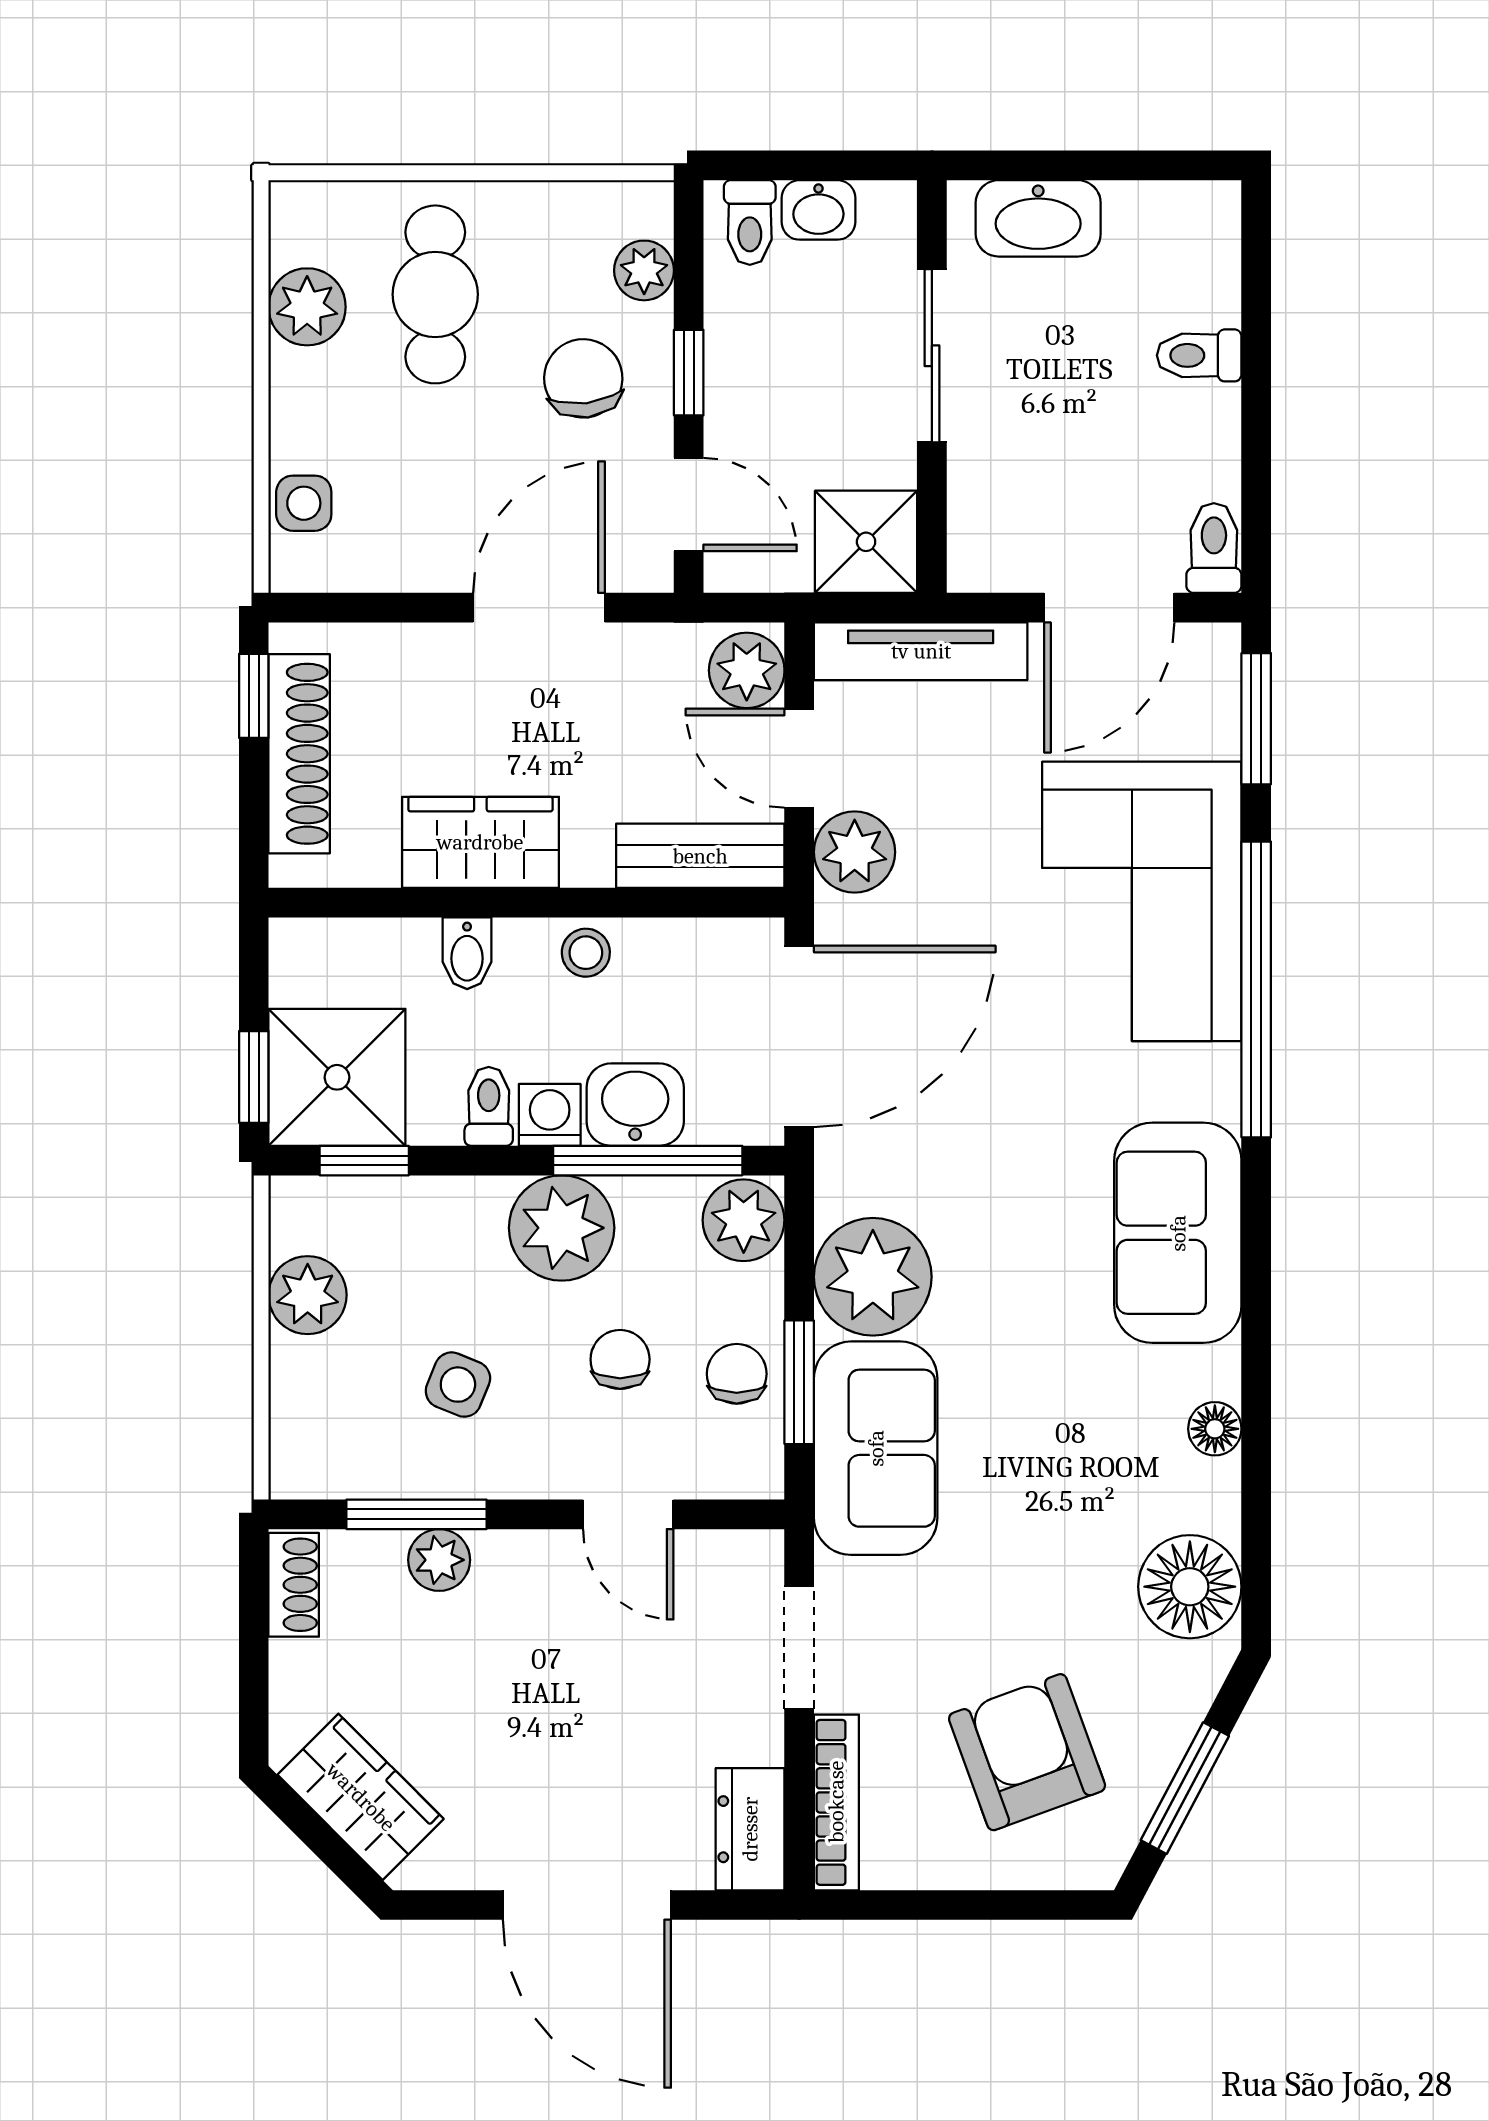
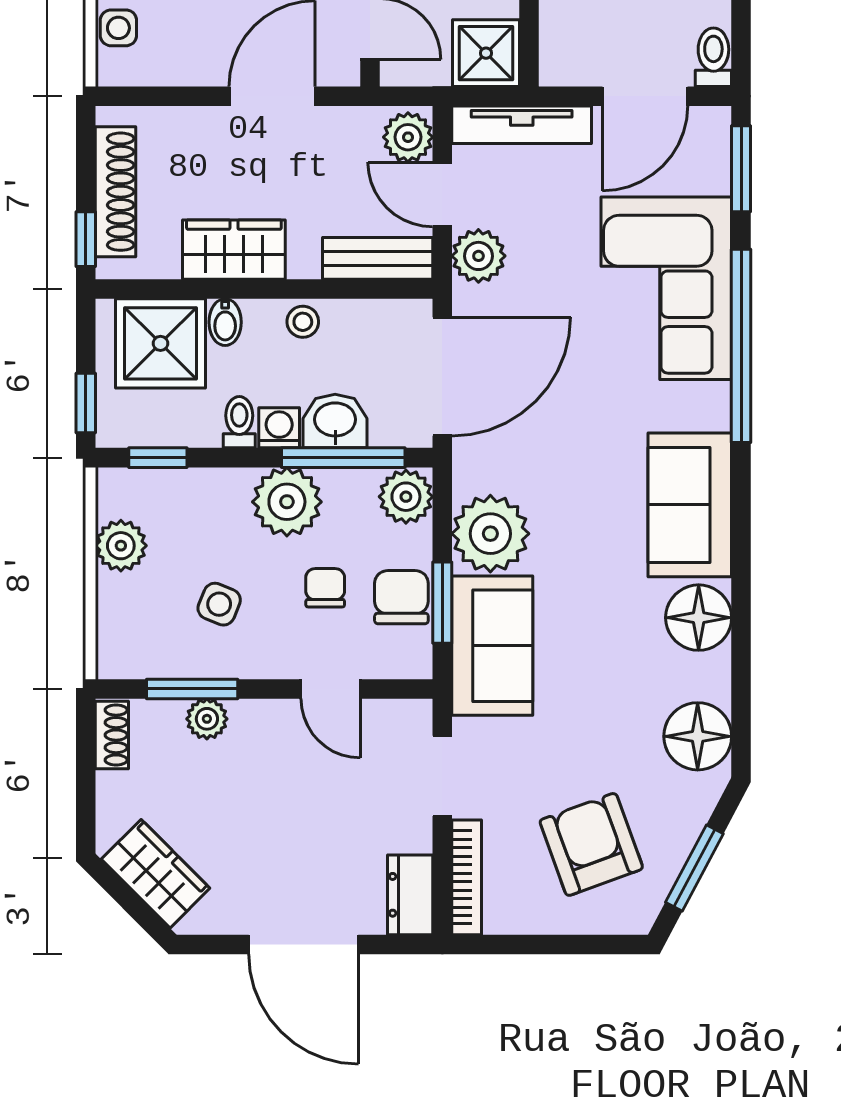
window: (254, 696) -> (86, 239), moved
shower: (337, 1077) -> (160, 343), moved
chair: (737, 1374) -> (401, 597), width x1.37, depth x1.37
floor lamp: (1215, 1429) -> (699, 618), width x1.89, depth x1.89

